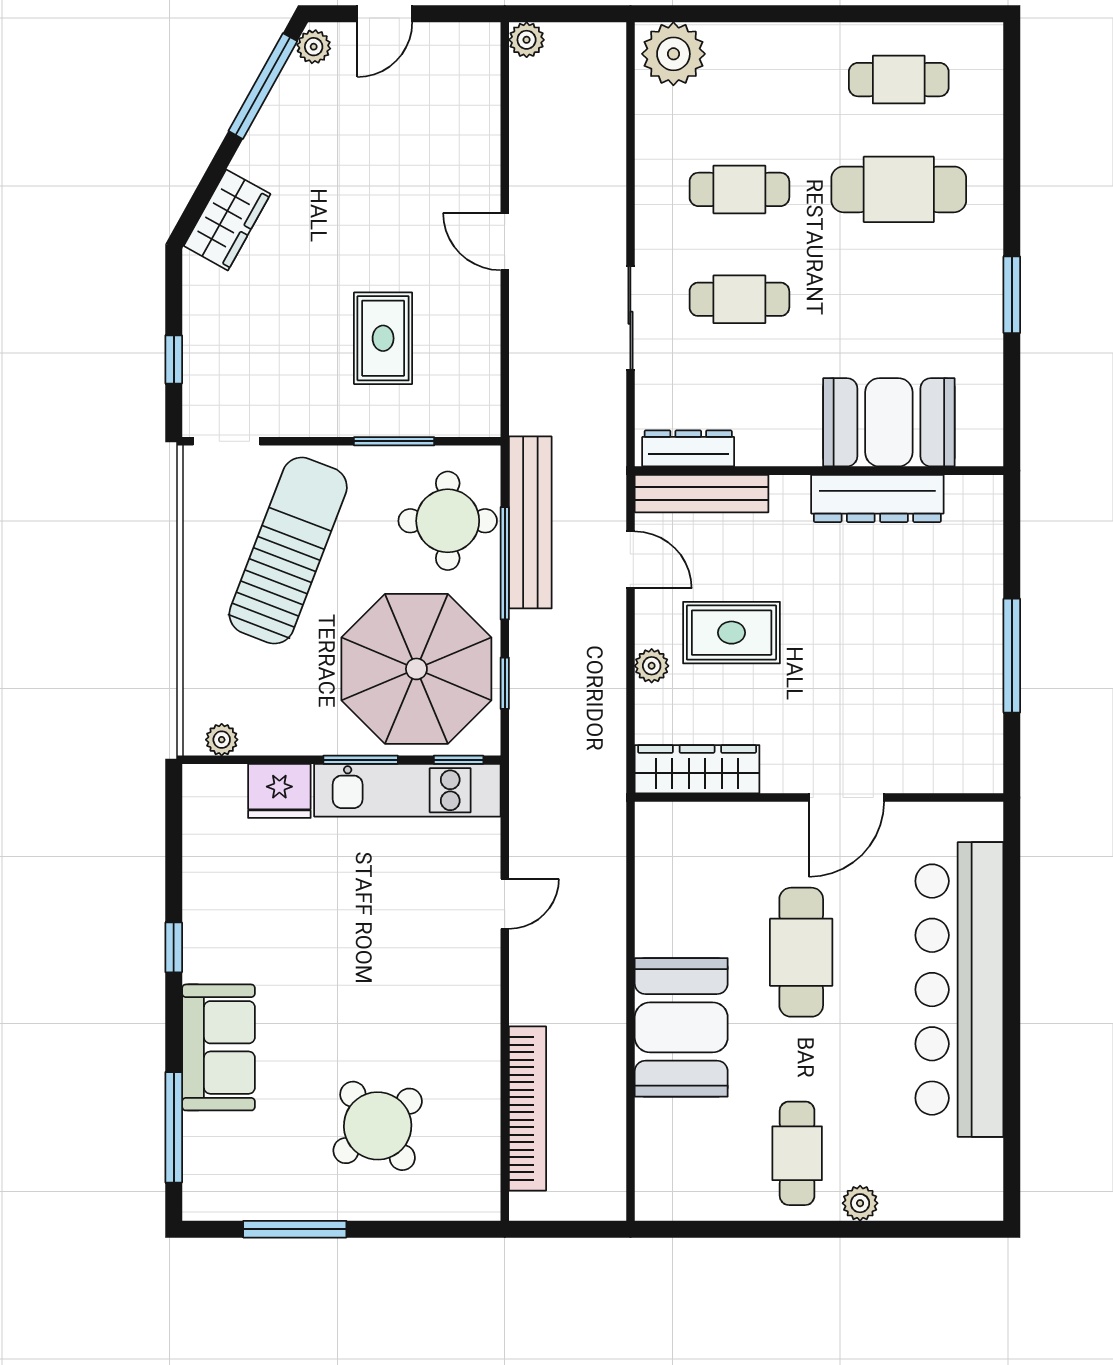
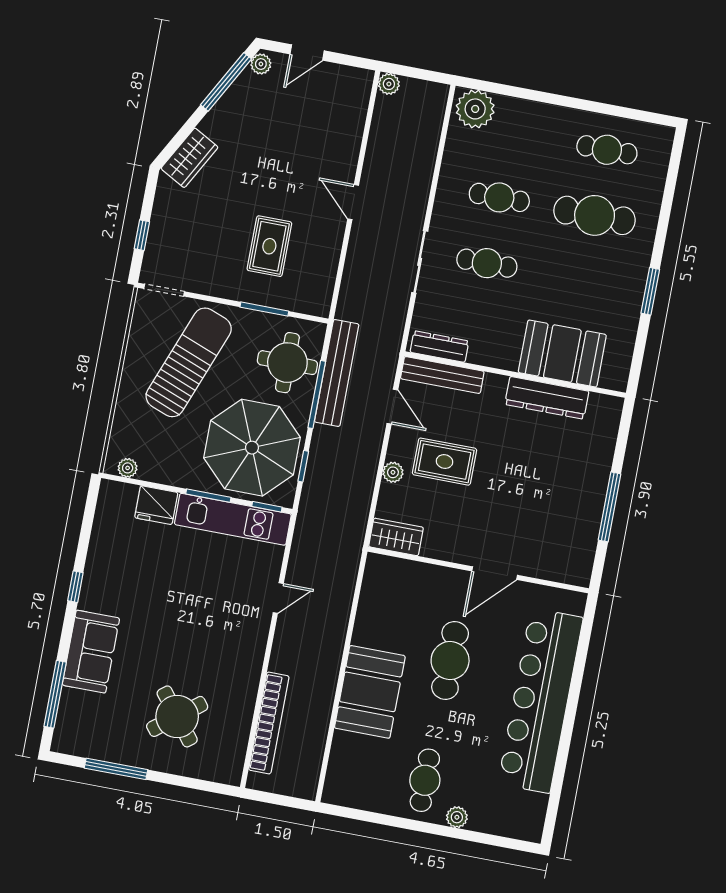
wardrobe: (697, 769) -> (396, 537), width x0.67

